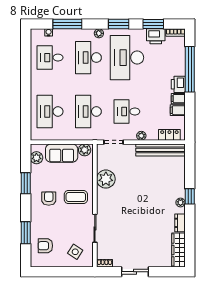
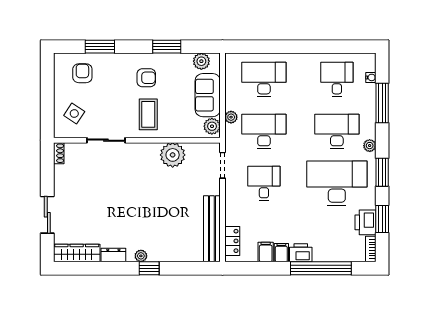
plant: (141, 136) -> (231, 117), moved
sliding door: (135, 272) -> (47, 215), moved

